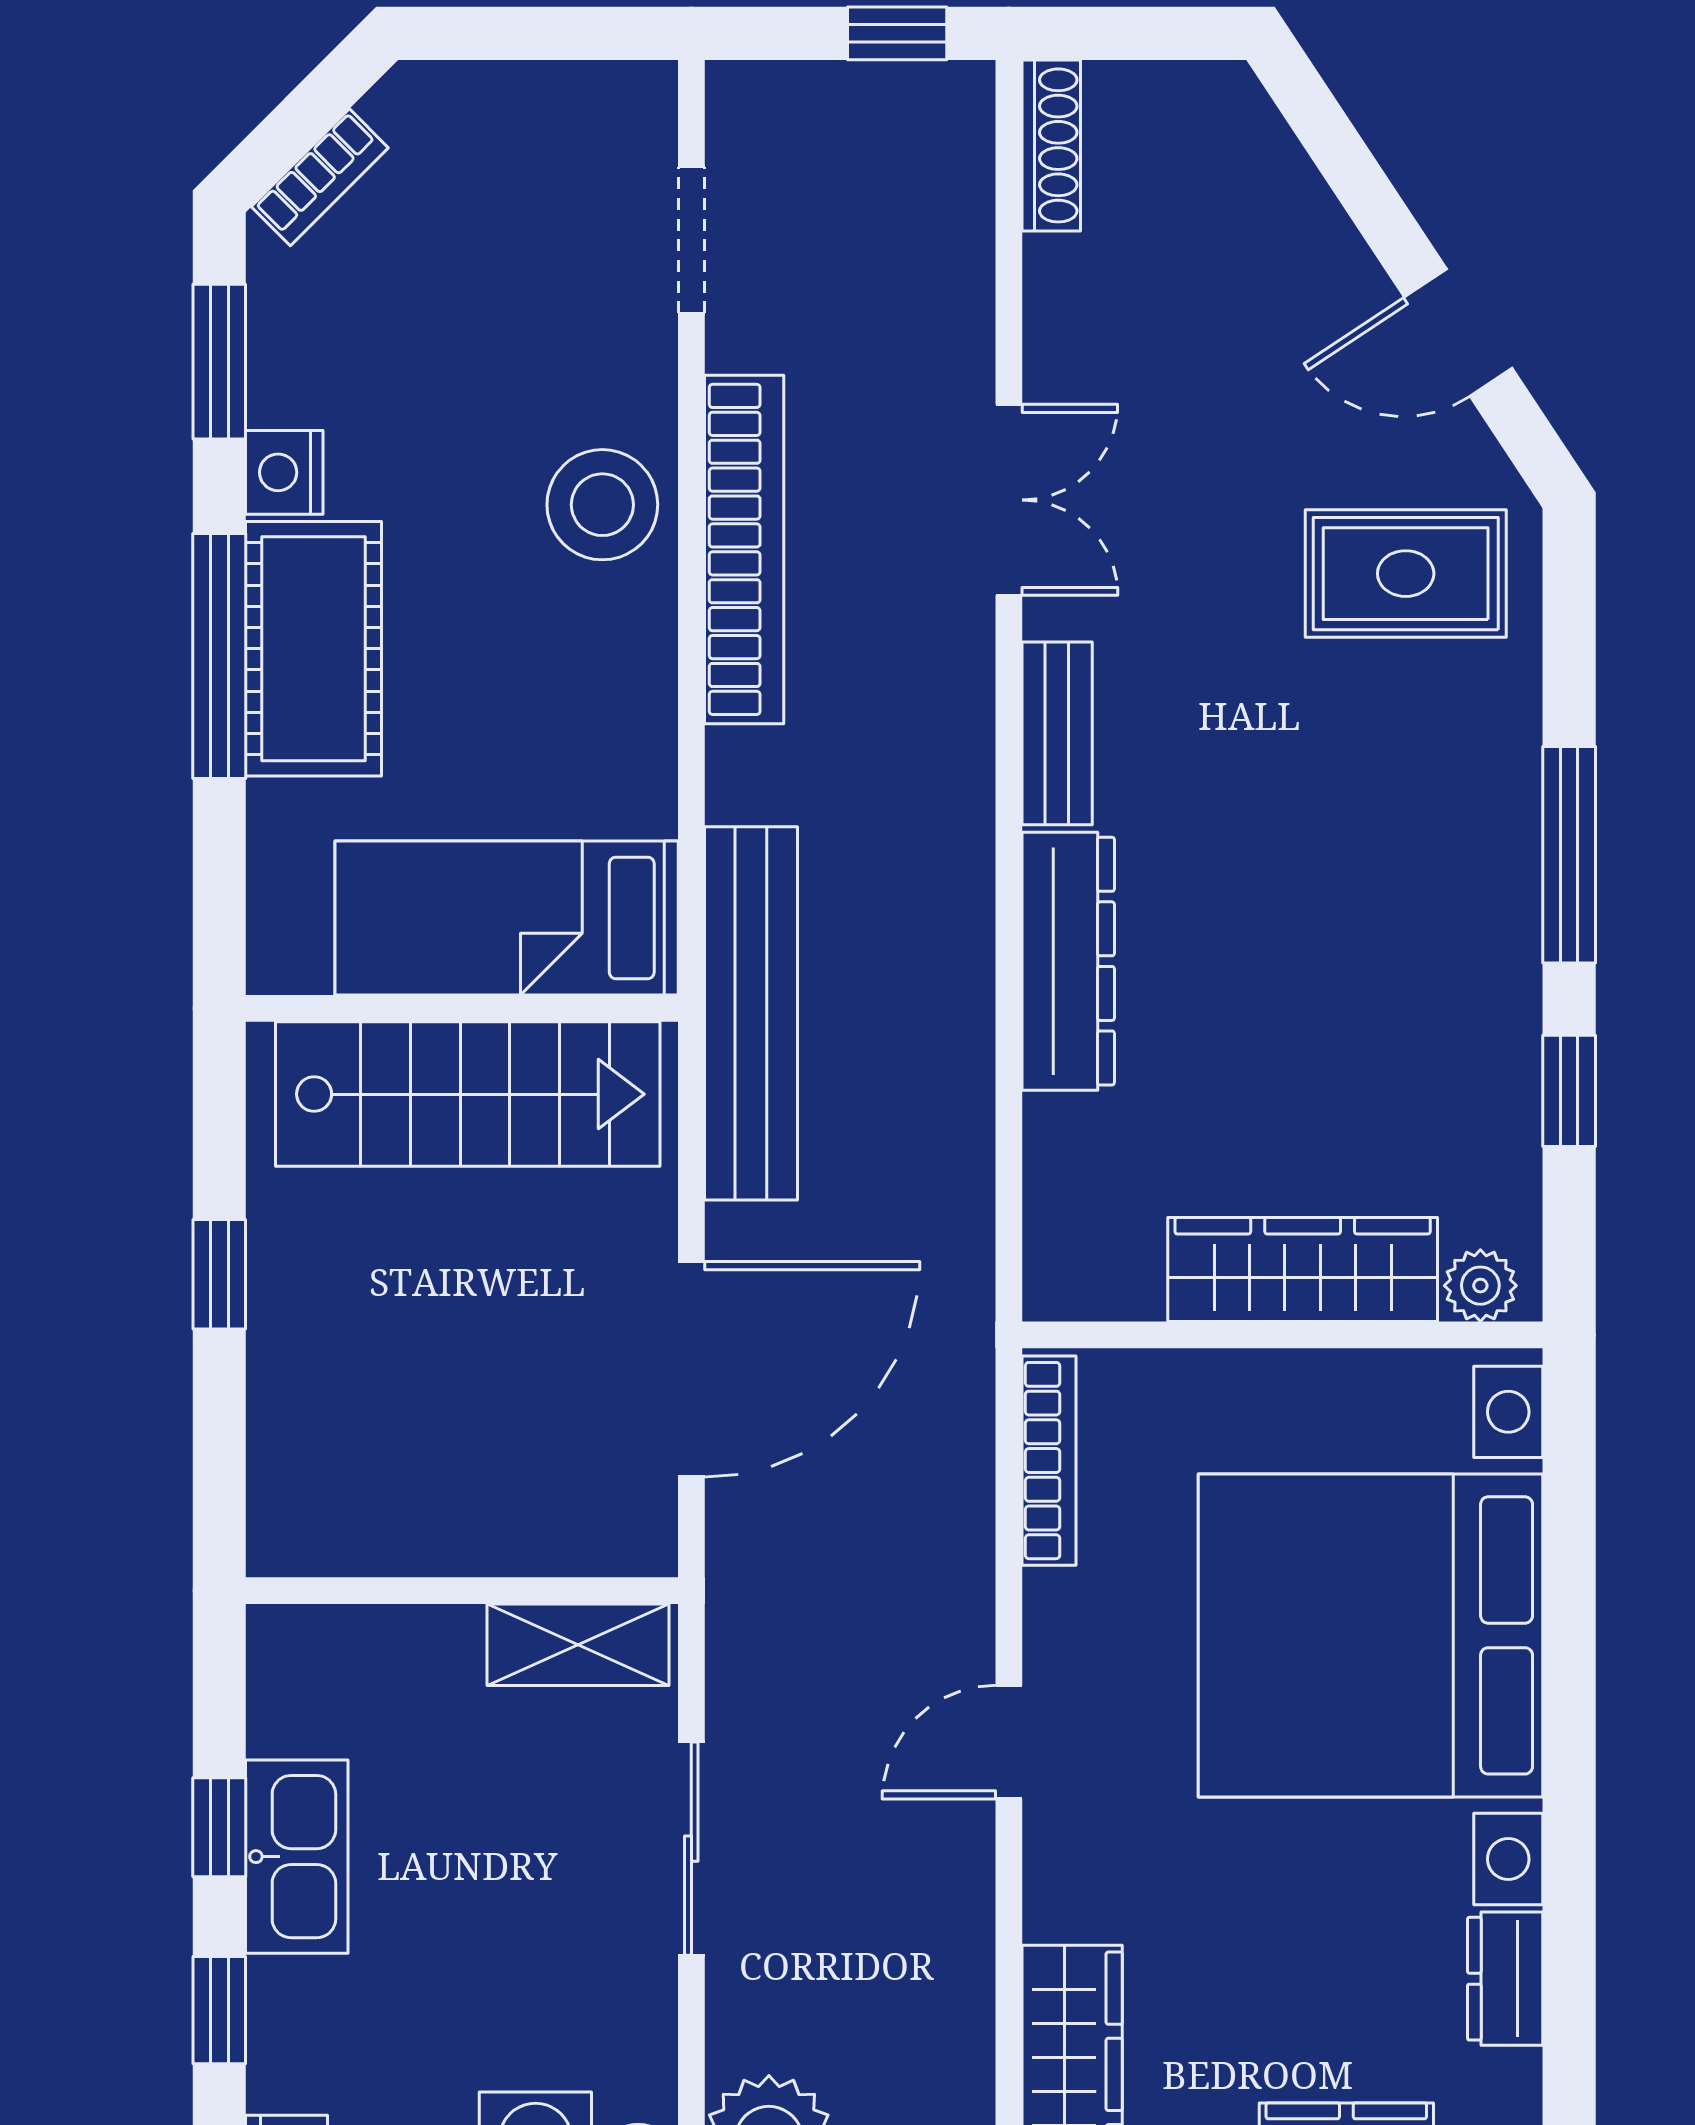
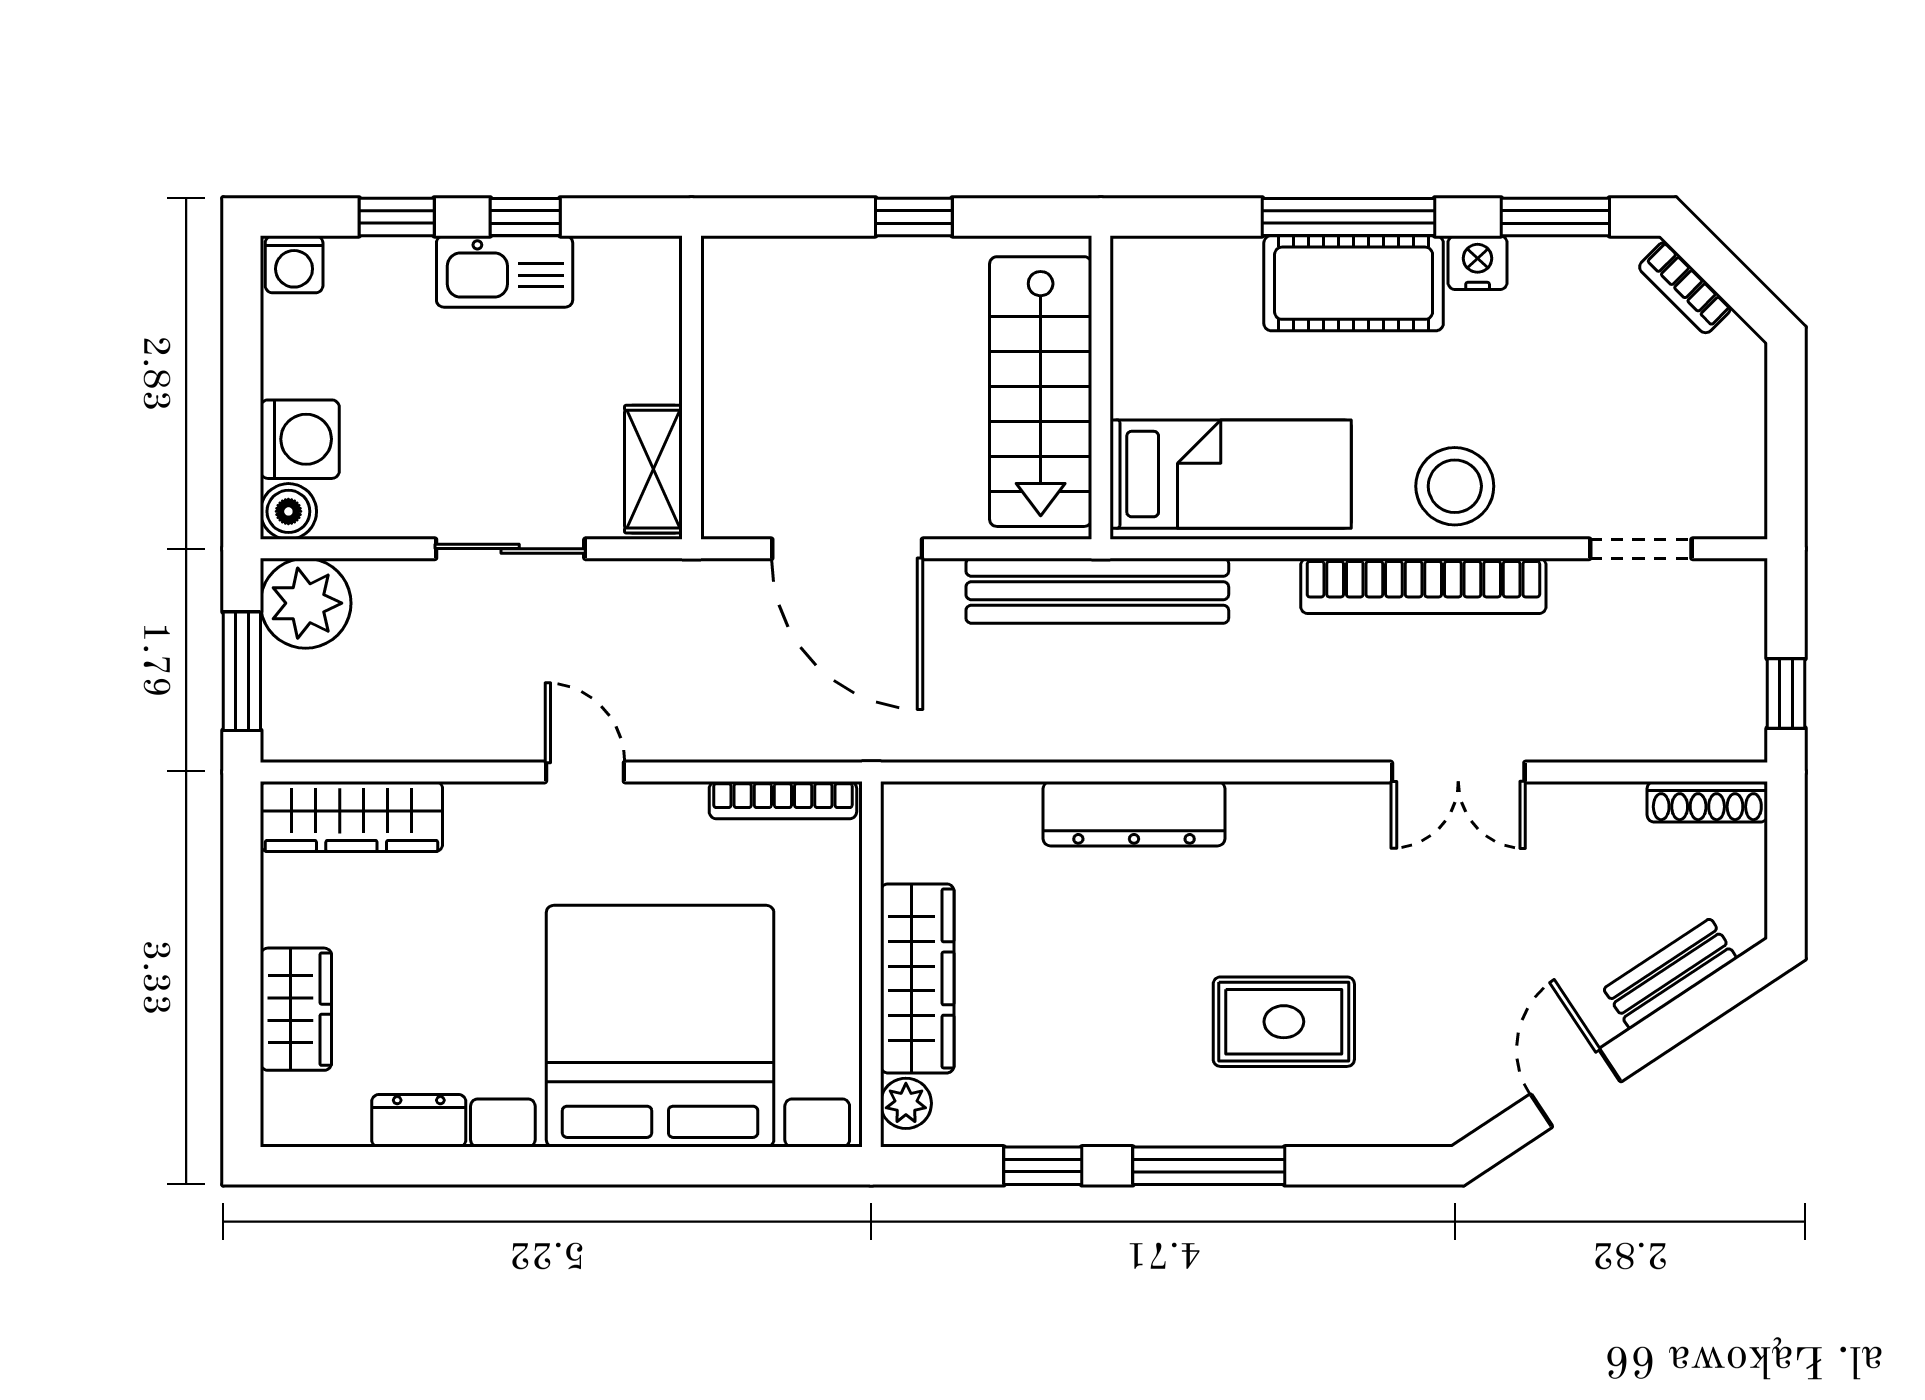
rug: (1406, 574) -> (1284, 1022), moved, turned 90
bench: (1057, 733) -> (1670, 974), moved, turned -33
bed: (507, 918) -> (1231, 474), moved, turned 90

